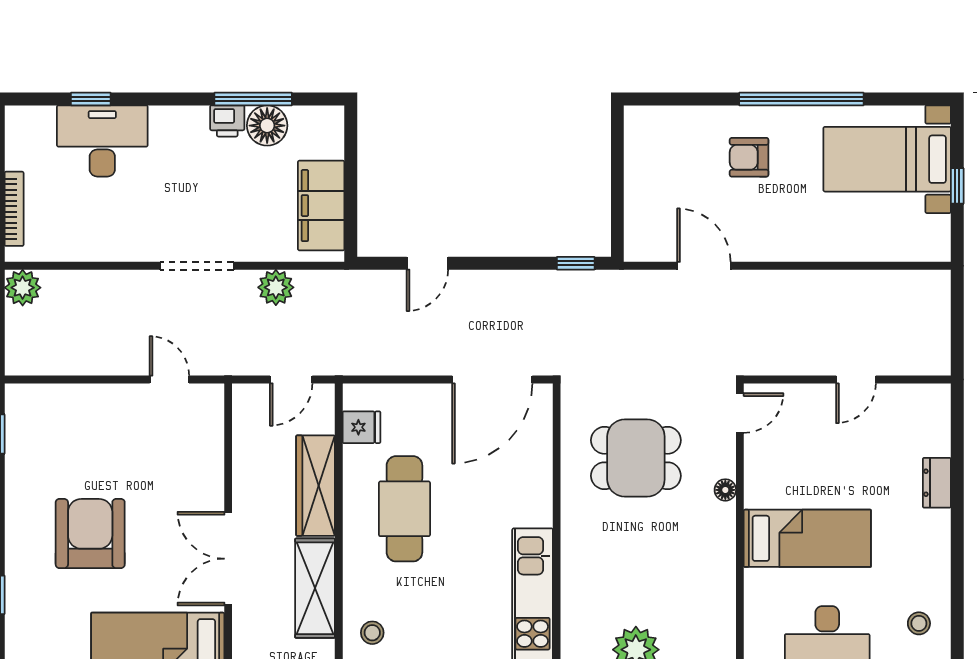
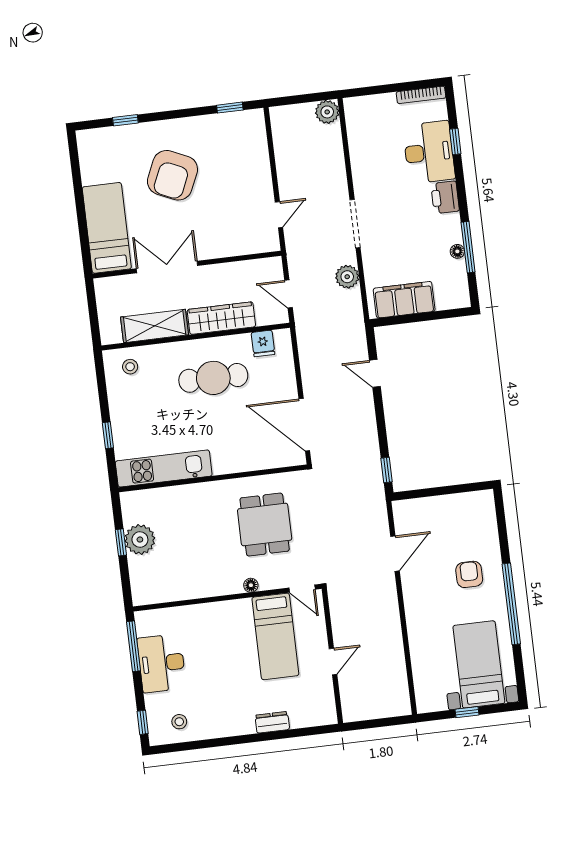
printer: (227, 121) -> (445, 197), moved, width x1.36, depth x1.24
floor lamp: (267, 126) -> (457, 251), width x0.53, depth x0.53
bookcase: (14, 209) -> (421, 95), moved
door: (856, 380) -> (333, 662), swing flipped
armchair: (90, 533) -> (172, 175), turned 114
bed: (807, 538) -> (275, 636), moved

